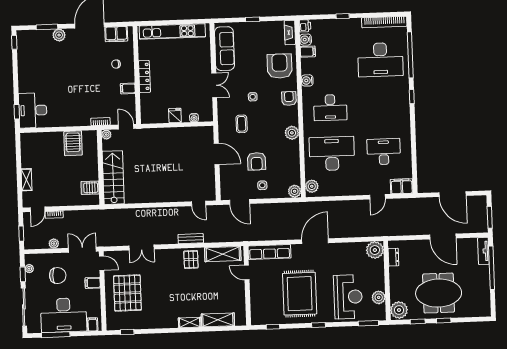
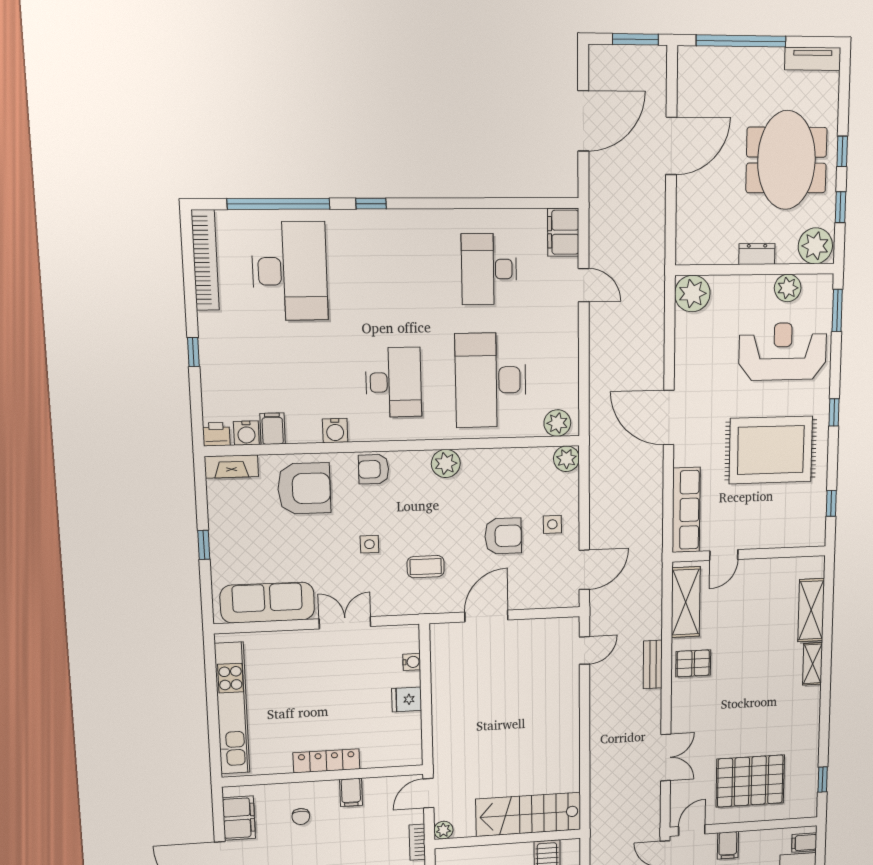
armchair: (280, 66) -> (304, 488), turned 180
tv unit: (483, 251) -> (813, 59), moved
dresser: (393, 257) -> (757, 254), moved

